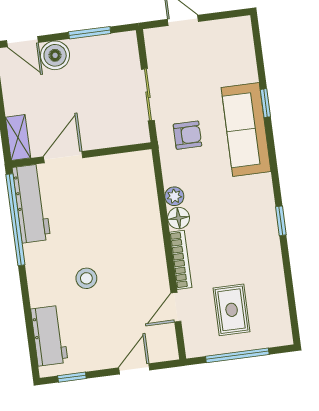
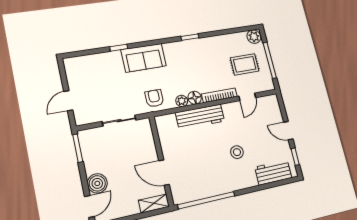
window: (90, 33) -> (78, 148), moved
sofa: (246, 129) -> (144, 58), width x0.73
armchair: (187, 135) -> (154, 98), moved
workbench: (31, 204) -> (200, 117), moved, turned 180
door: (176, 307) -> (247, 97), hinge flipped
plant: (280, 333) -> (254, 37), added
door: (134, 369) -> (288, 131), moved

